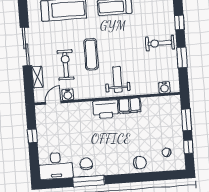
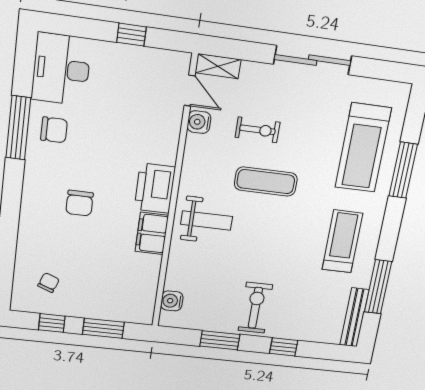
exercise bike: (66, 65) -> (258, 130), width x0.73, depth x0.72
shelving: (37, 77) -> (218, 66), moved
chair: (140, 163) -> (80, 203), moved

